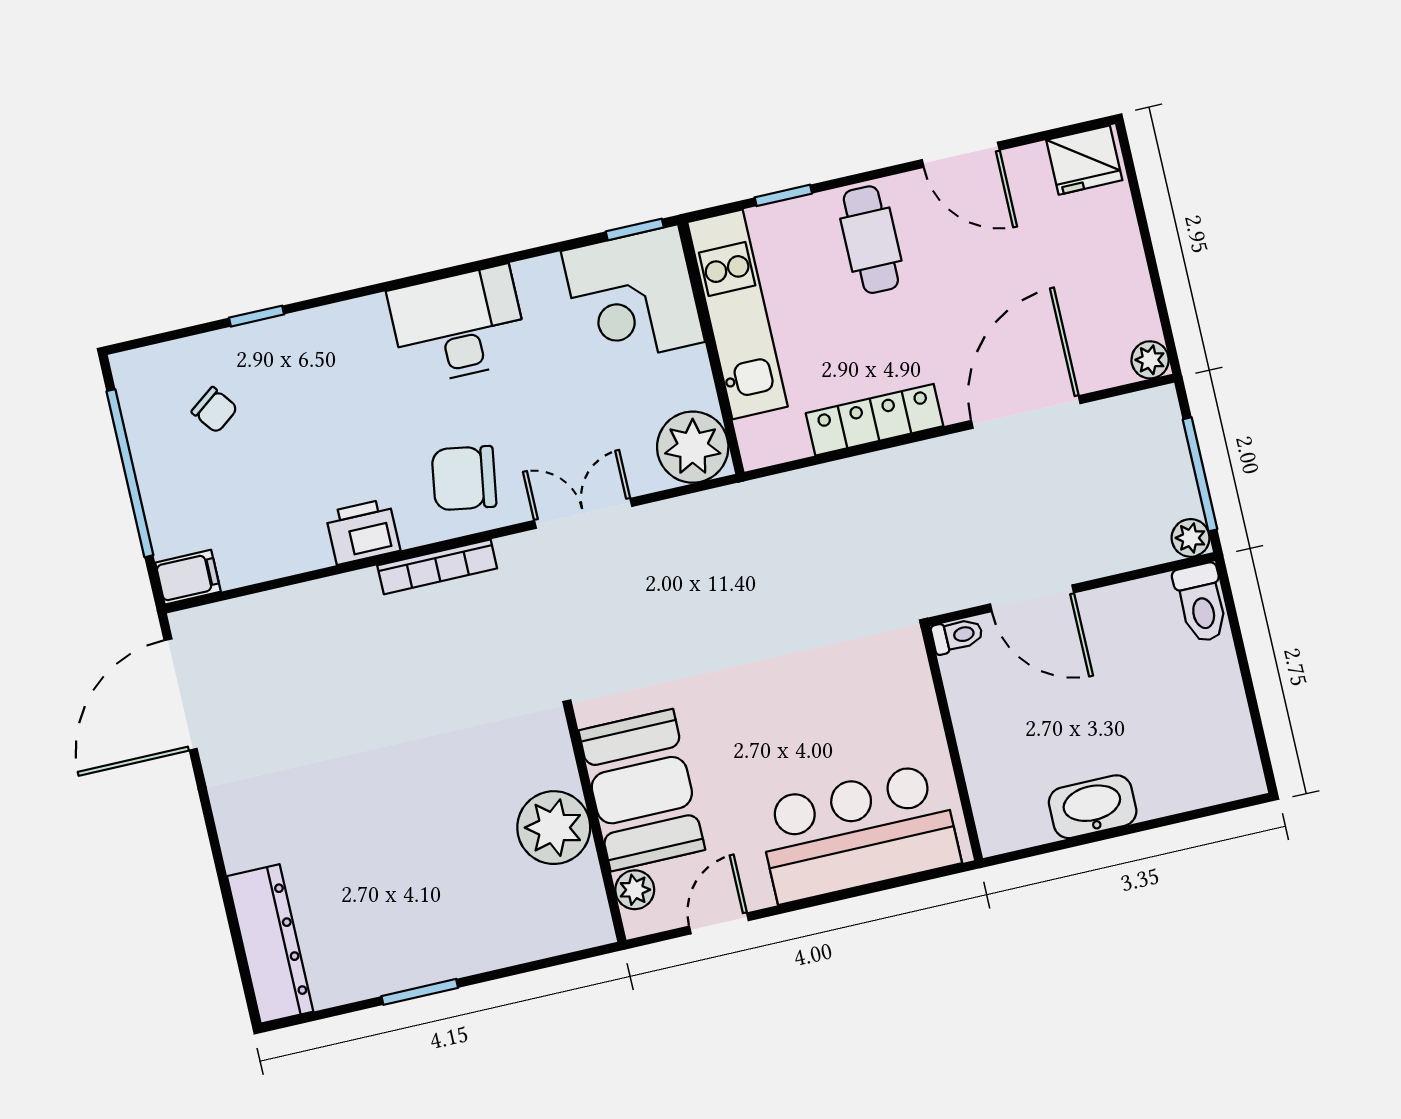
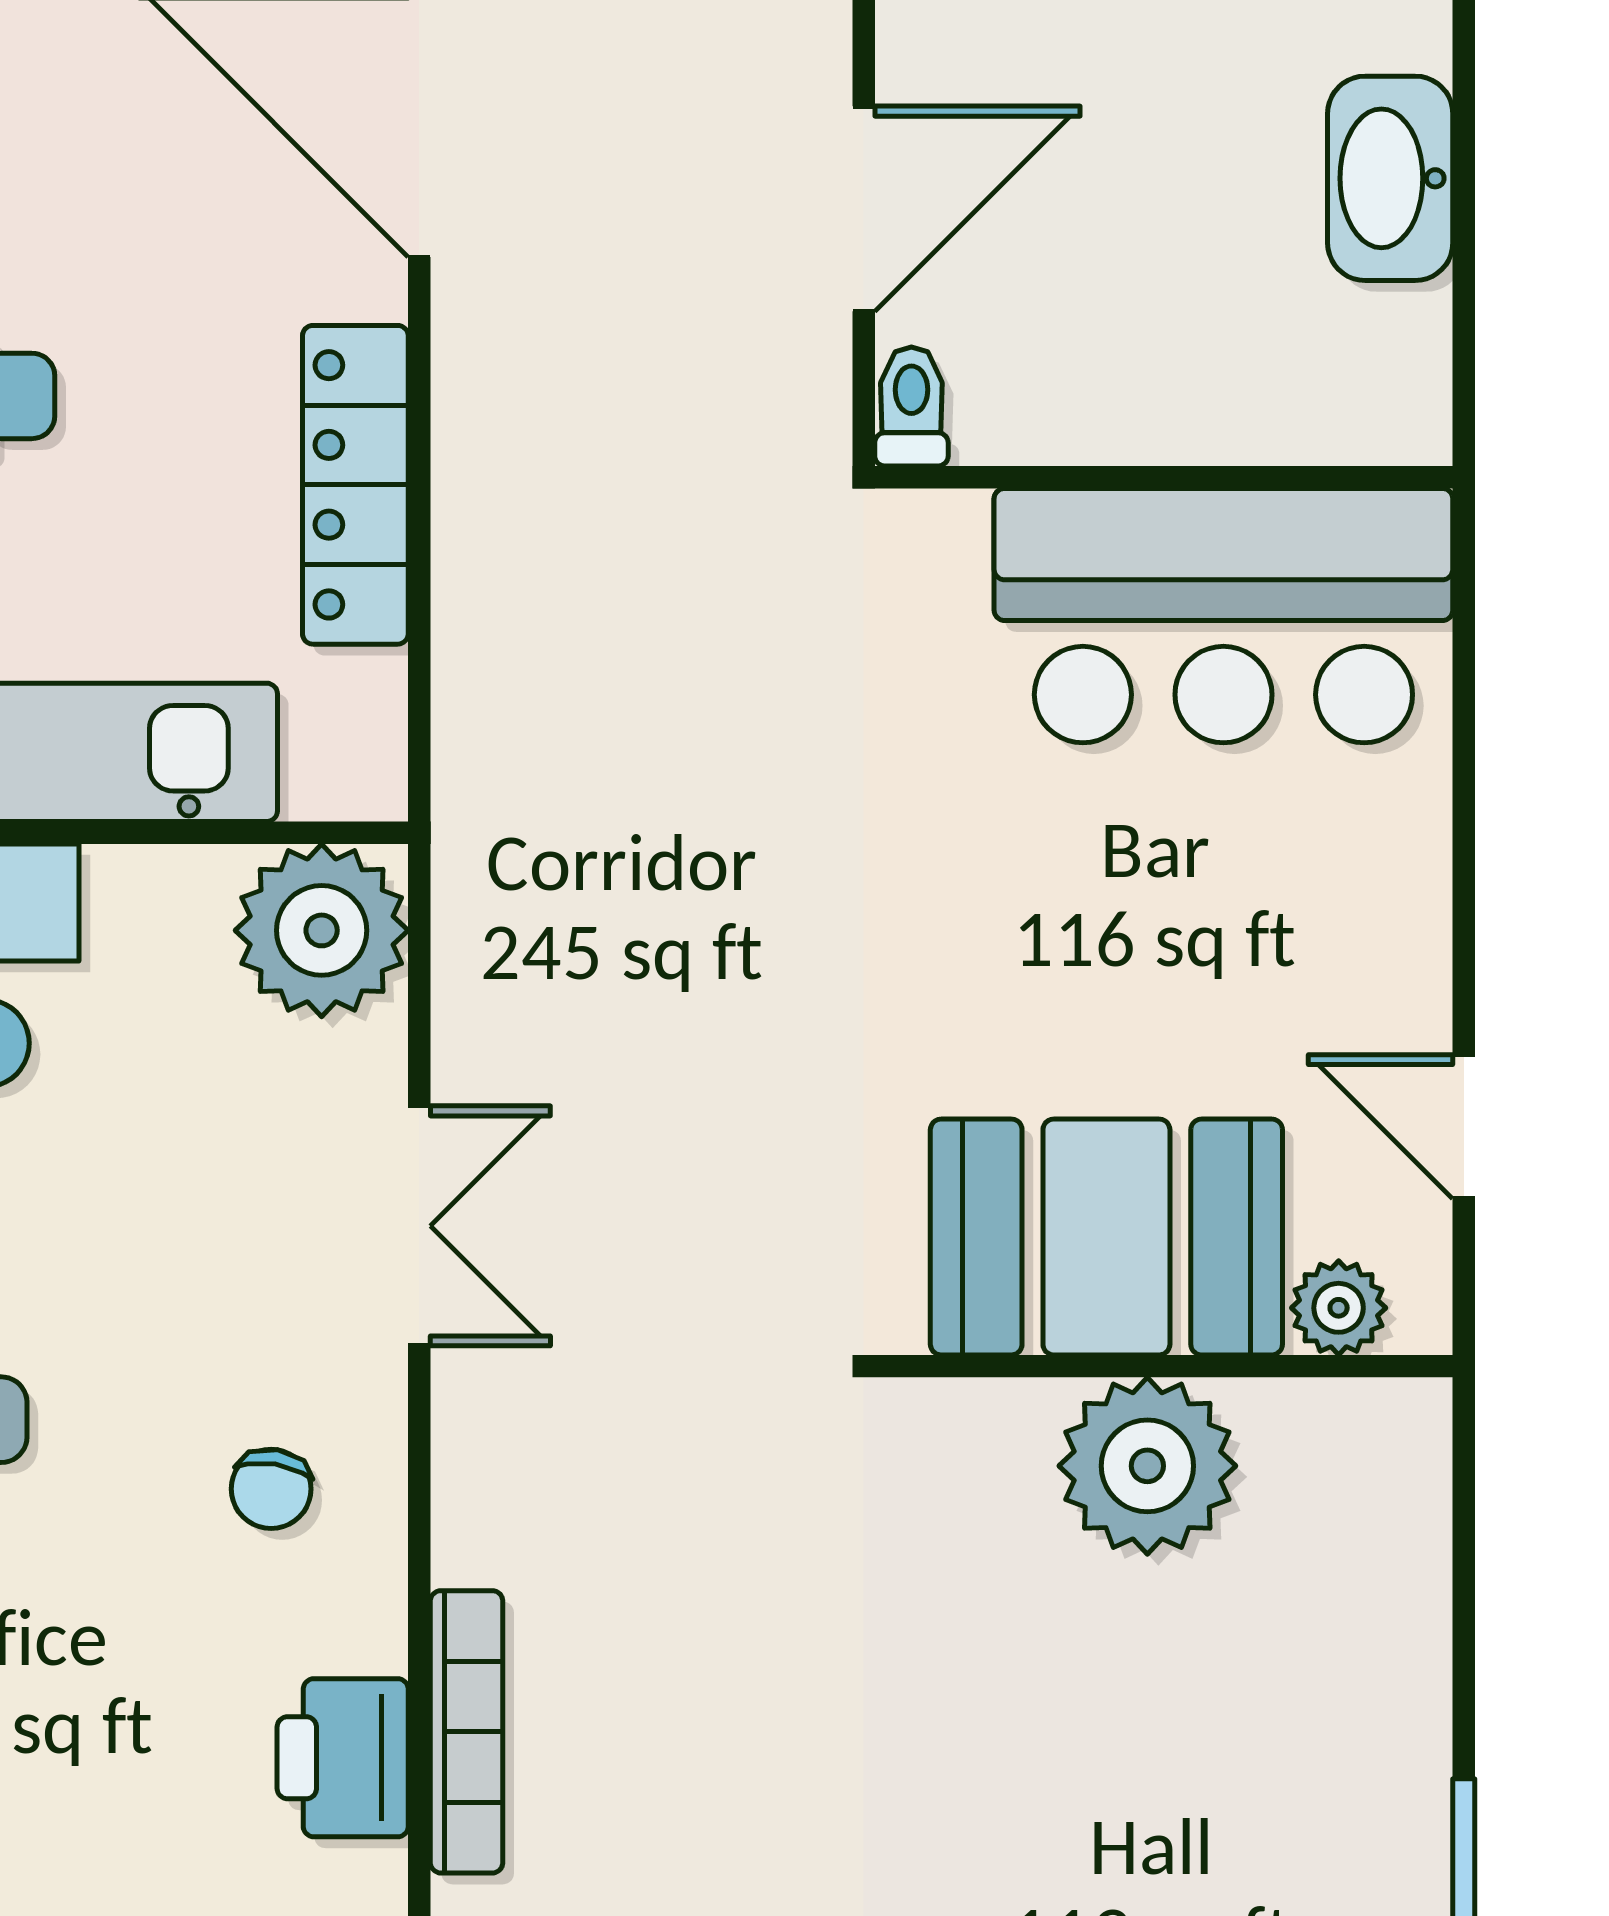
chair: (464, 478) -> (271, 1489), width x0.54, depth x0.54
double door: (583, 513) -> (419, 1226), swing flipped
bookcase: (437, 567) -> (467, 1732), moved
bar counter: (858, 833) -> (1223, 616), moved, turned -90

